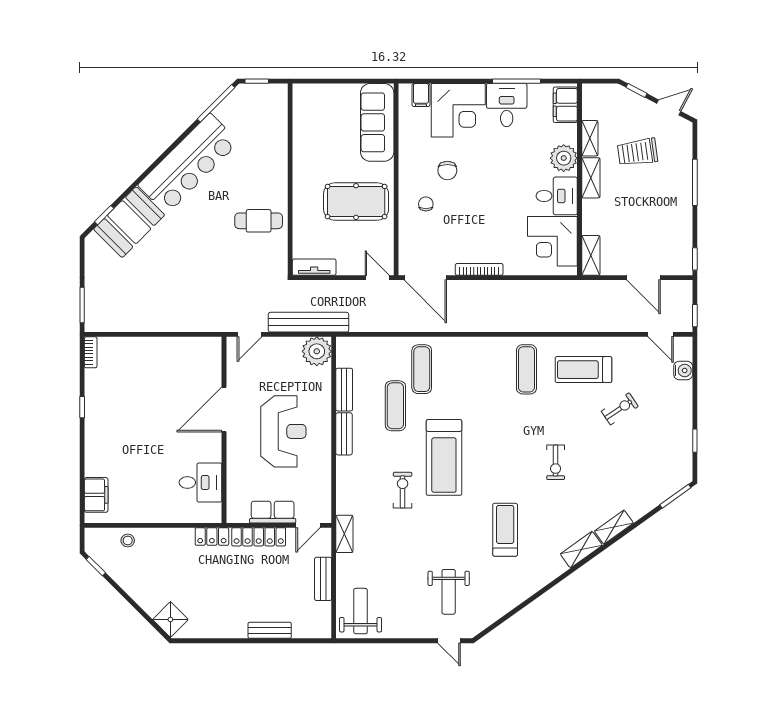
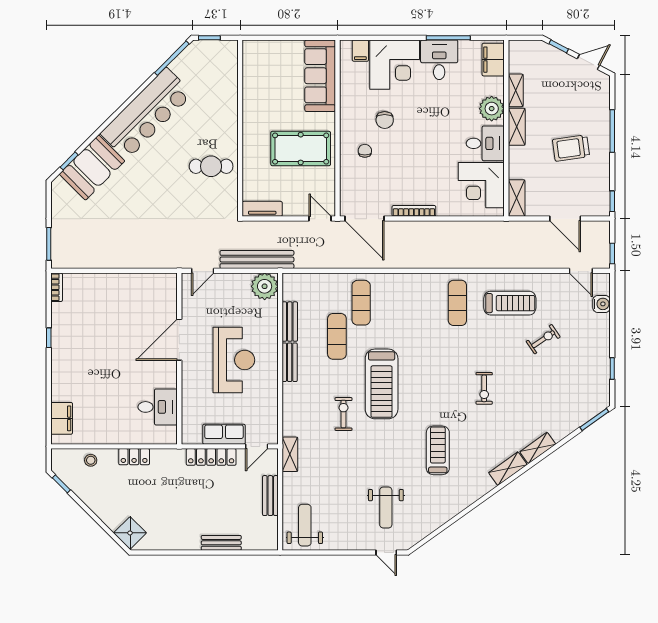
trolley: (637, 152) -> (571, 148), moved
treadmill: (583, 370) -> (510, 303), turned 180
locker: (212, 537) -> (134, 457), moved

